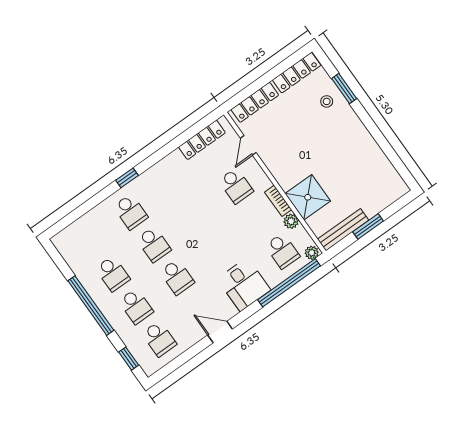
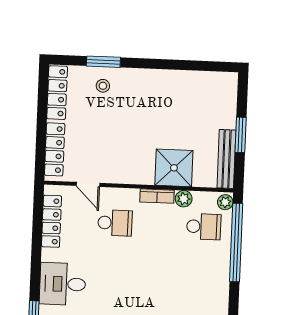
desk: (244, 284) -> (63, 284), moved, turned 180

